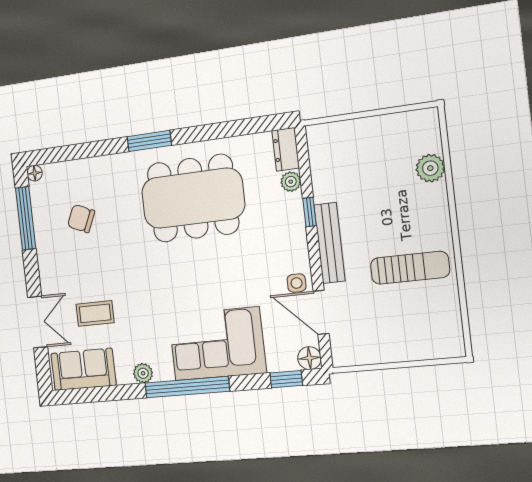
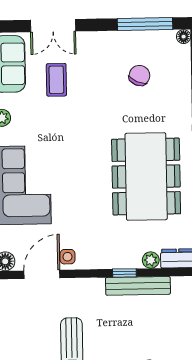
bench: (329, 243) -> (138, 286), moved

